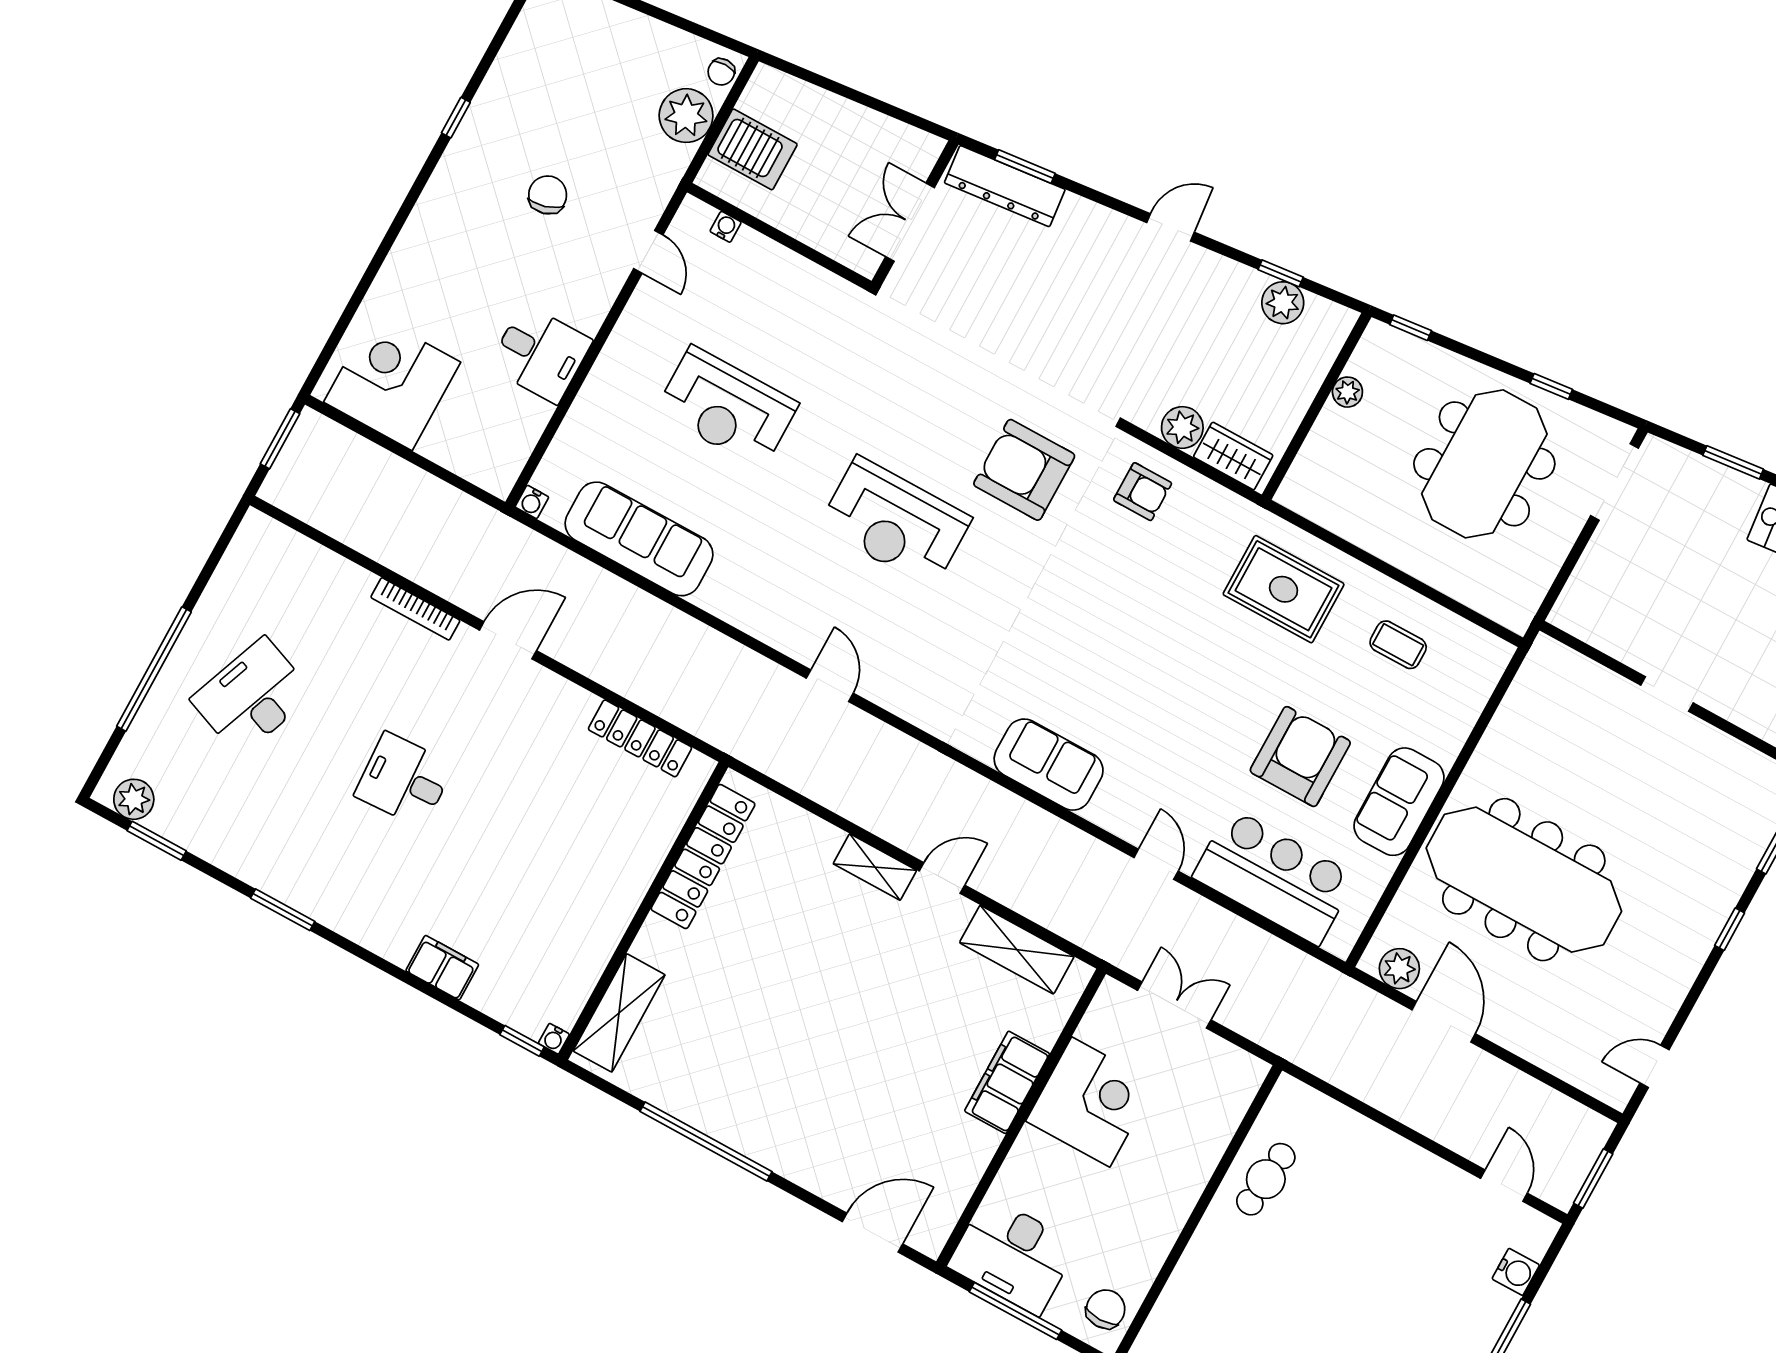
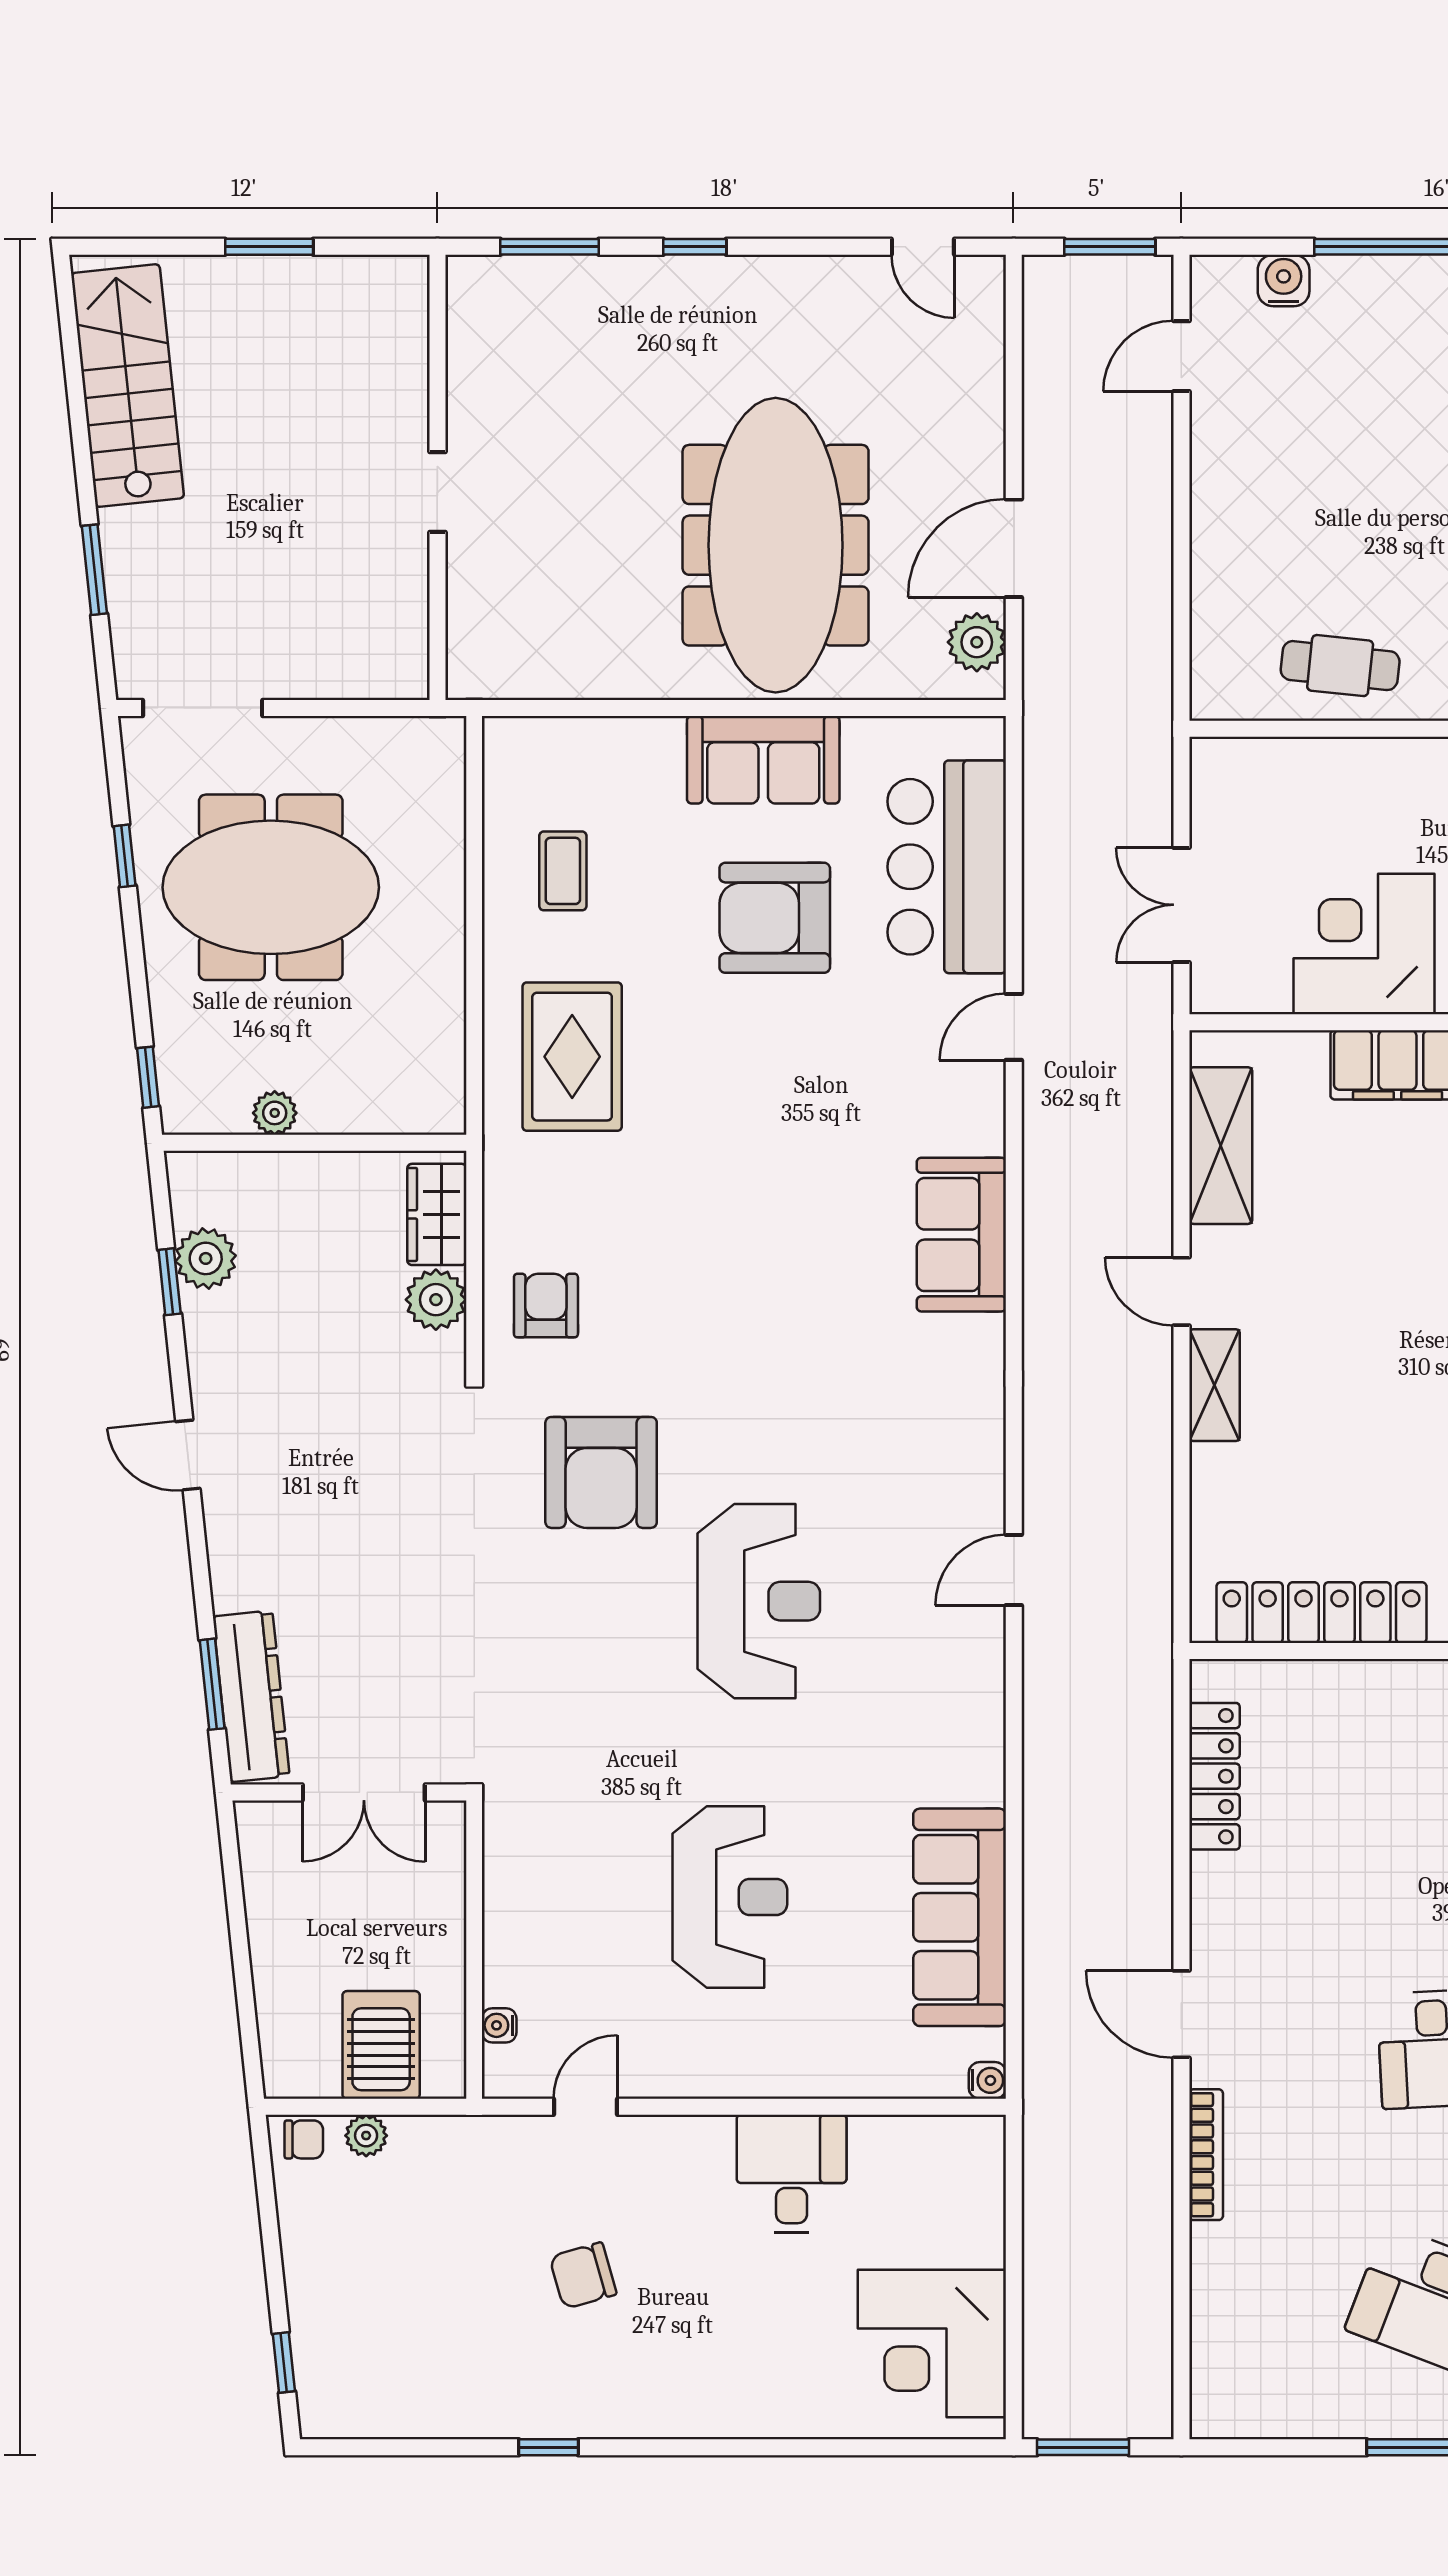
plant: (686, 116) -> (366, 2136), width x0.53, depth x0.53

